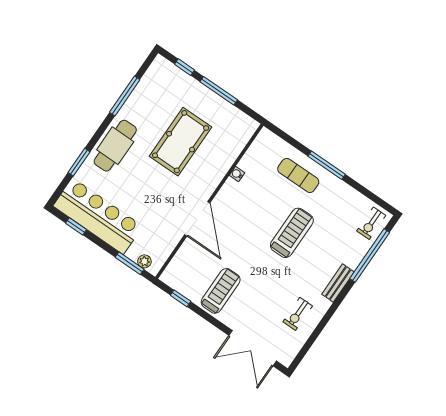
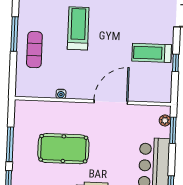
treadmill: (292, 233) -> (78, 28), turned 90
window: (180, 298) -> (176, 63), moved

